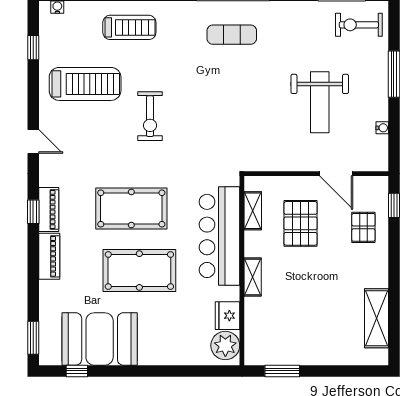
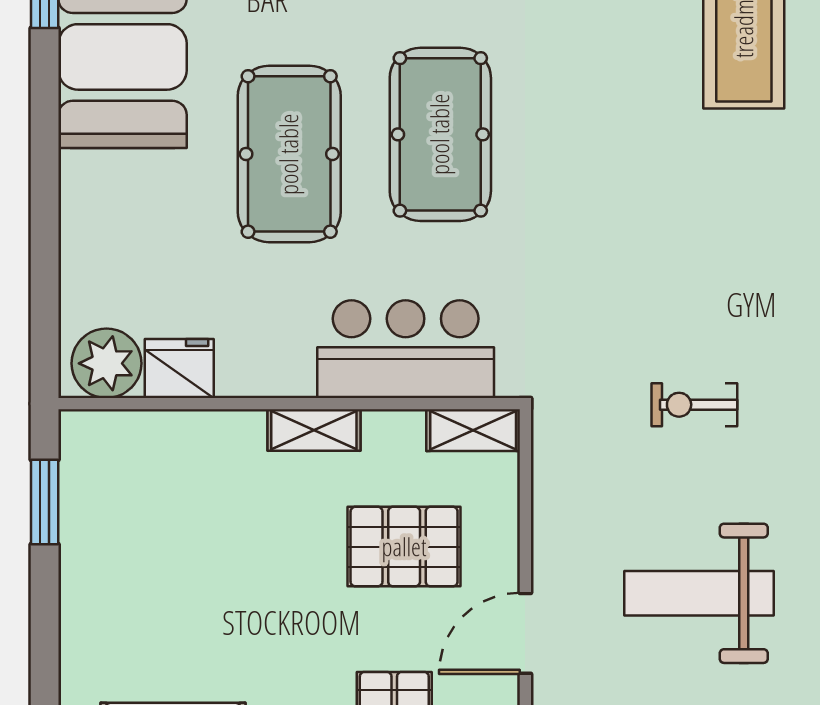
exercise bike: (150, 116) -> (694, 405), moved, width x0.73, depth x0.72
shelving: (253, 211) -> (473, 430), moved
bar counter: (219, 236) -> (406, 349), width x0.73
shelving: (253, 277) -> (314, 430), moved

